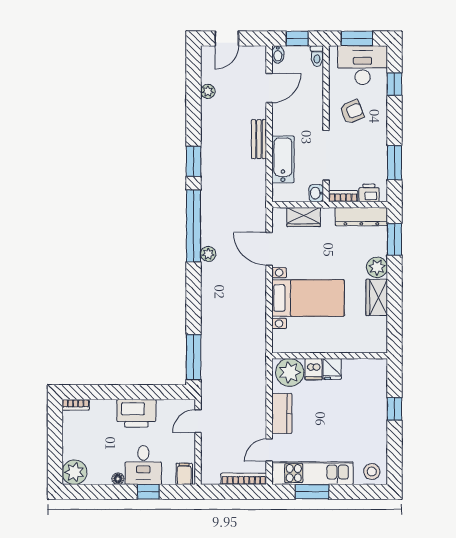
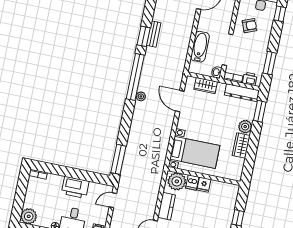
bench: (259, 139) -> (154, 34), moved
bed with nightstands: (308, 298) -> (195, 152), moved

